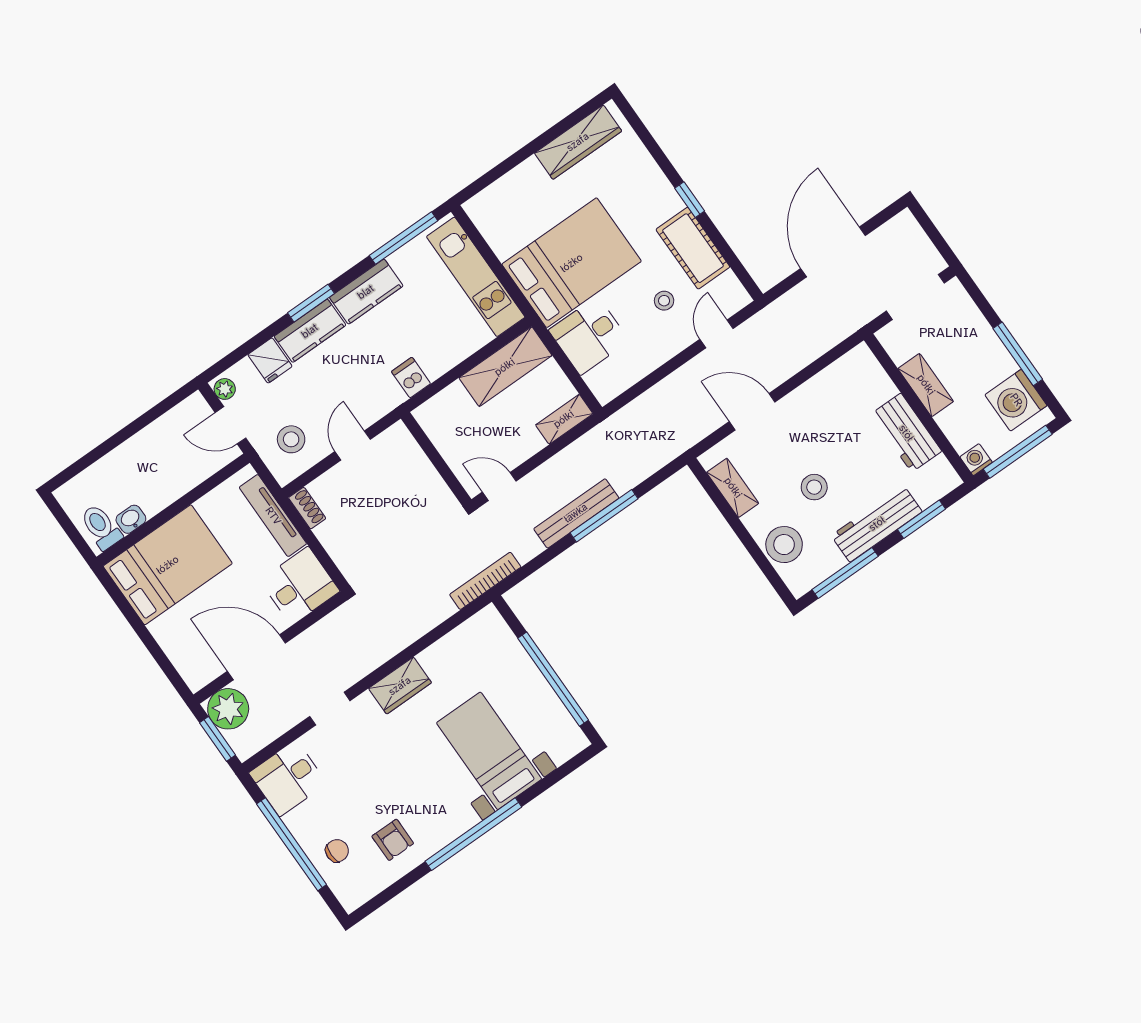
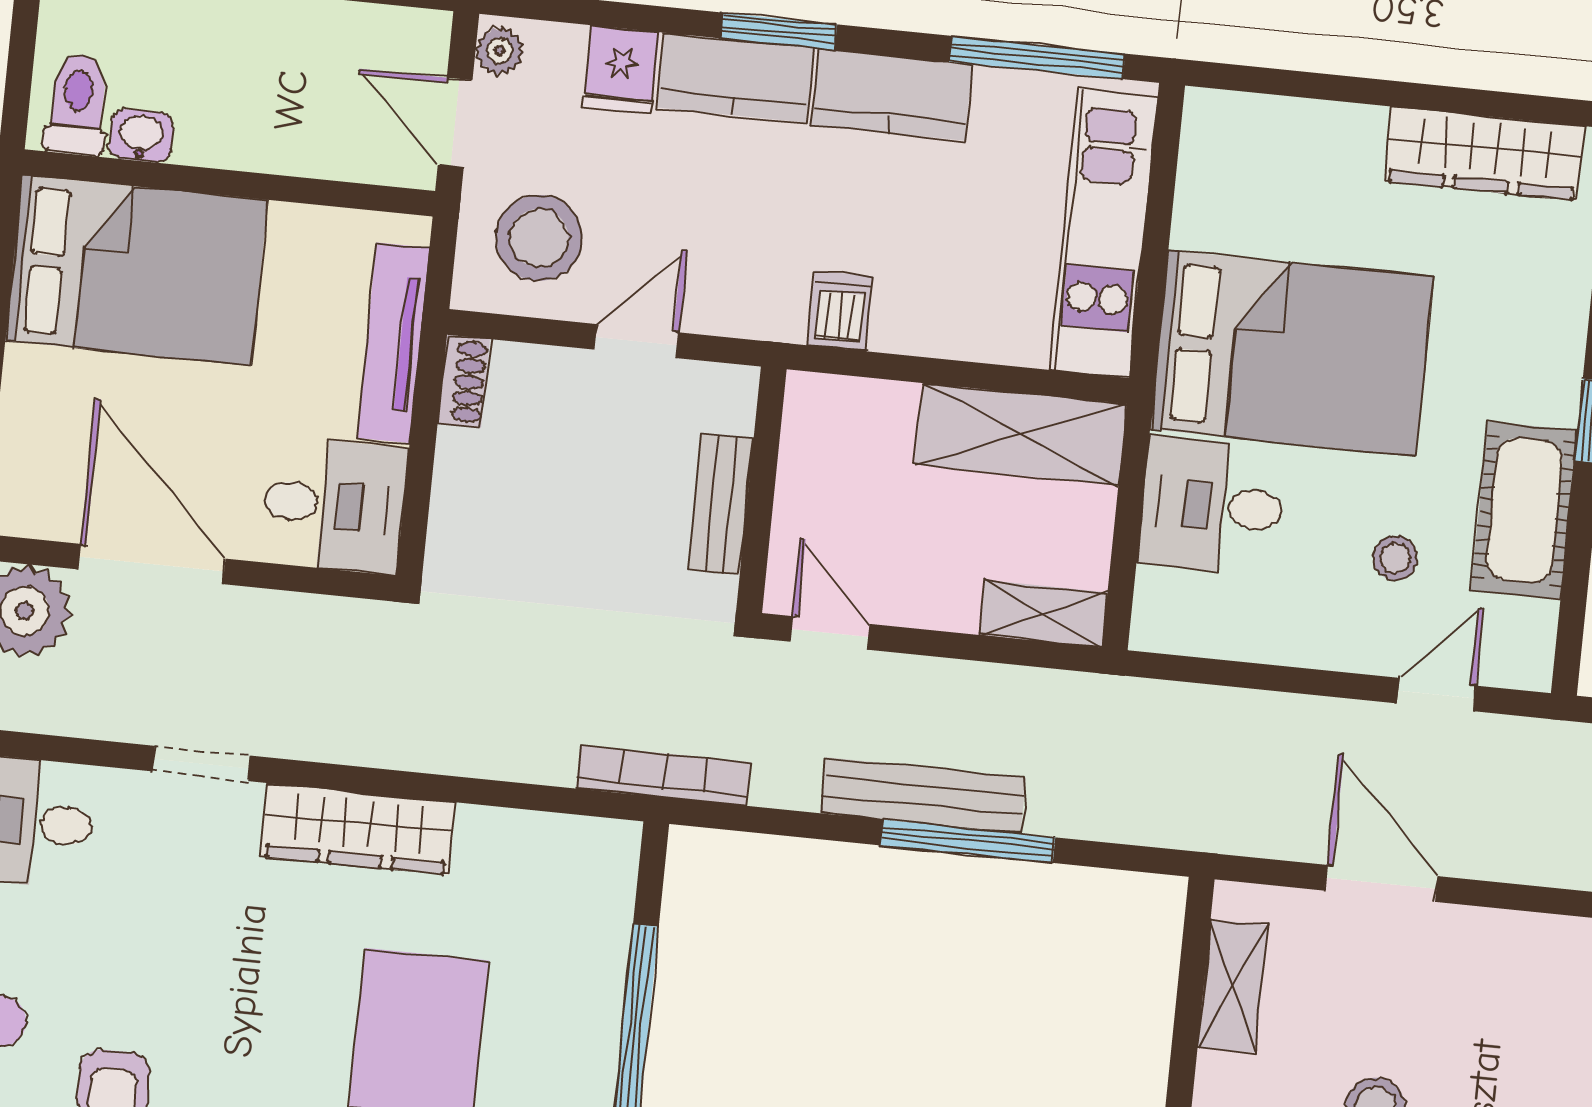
stool: (291, 439) -> (539, 238), width x1.38, depth x1.38
bench: (427, 475) -> (721, 504), added
wardrobe: (400, 686) -> (358, 829), width x1.50

